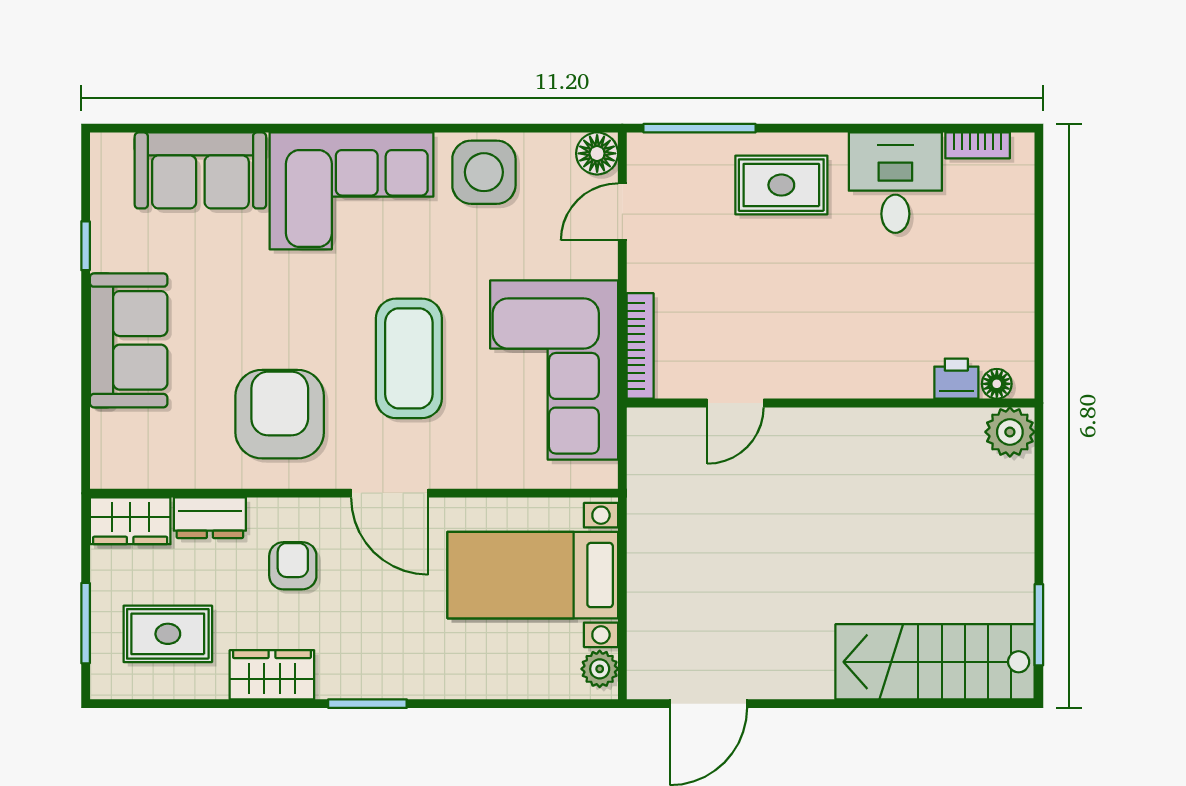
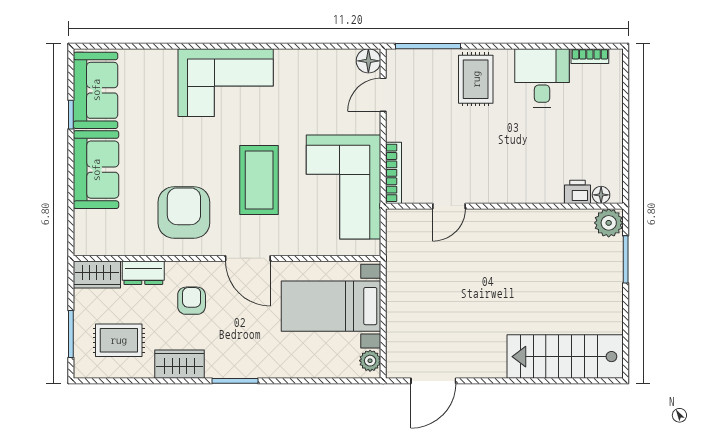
sofa: (200, 170) -> (96, 90), moved, turned -90
side table: (484, 172) -> (303, 72), removed
rug: (781, 185) -> (476, 79), turned 90
window: (1039, 625) -> (626, 259), moved

